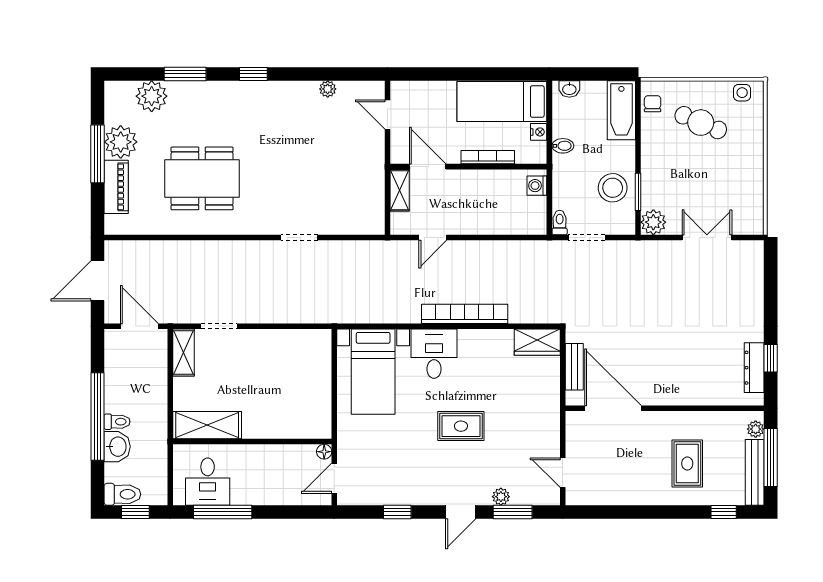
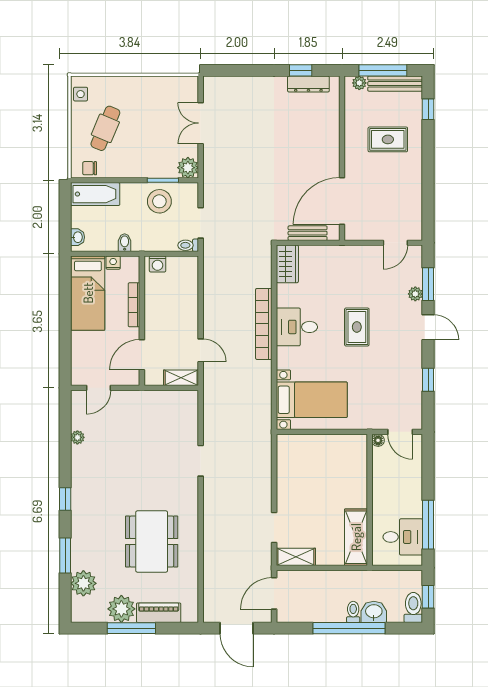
shelving: (400, 190) -> (181, 378), moved
desk: (434, 354) -> (297, 327), moved

